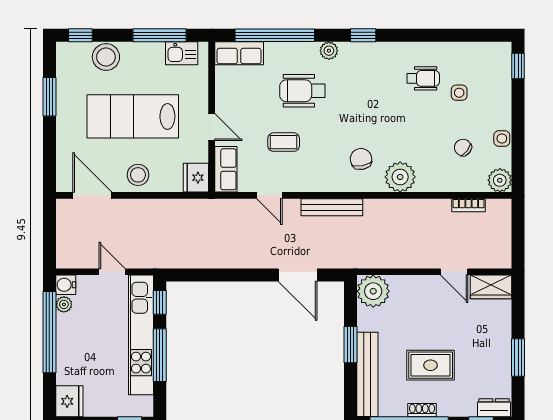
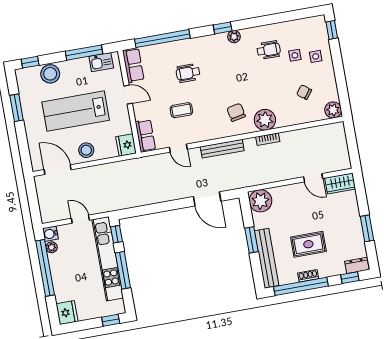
plant: (329, 51) -> (234, 37), moved
row of seats: (239, 53) -> (133, 65), moved, turned -90
wheelchair: (303, 91) -> (188, 73), width x0.73, depth x0.73
door: (212, 127) -> (128, 95), moved
side table: (502, 138) -> (316, 56), moved
bookcase: (469, 205) -> (268, 139), moved

